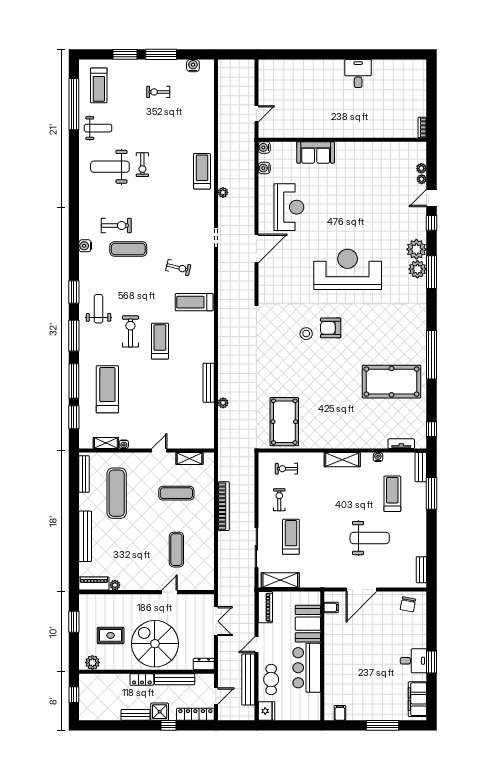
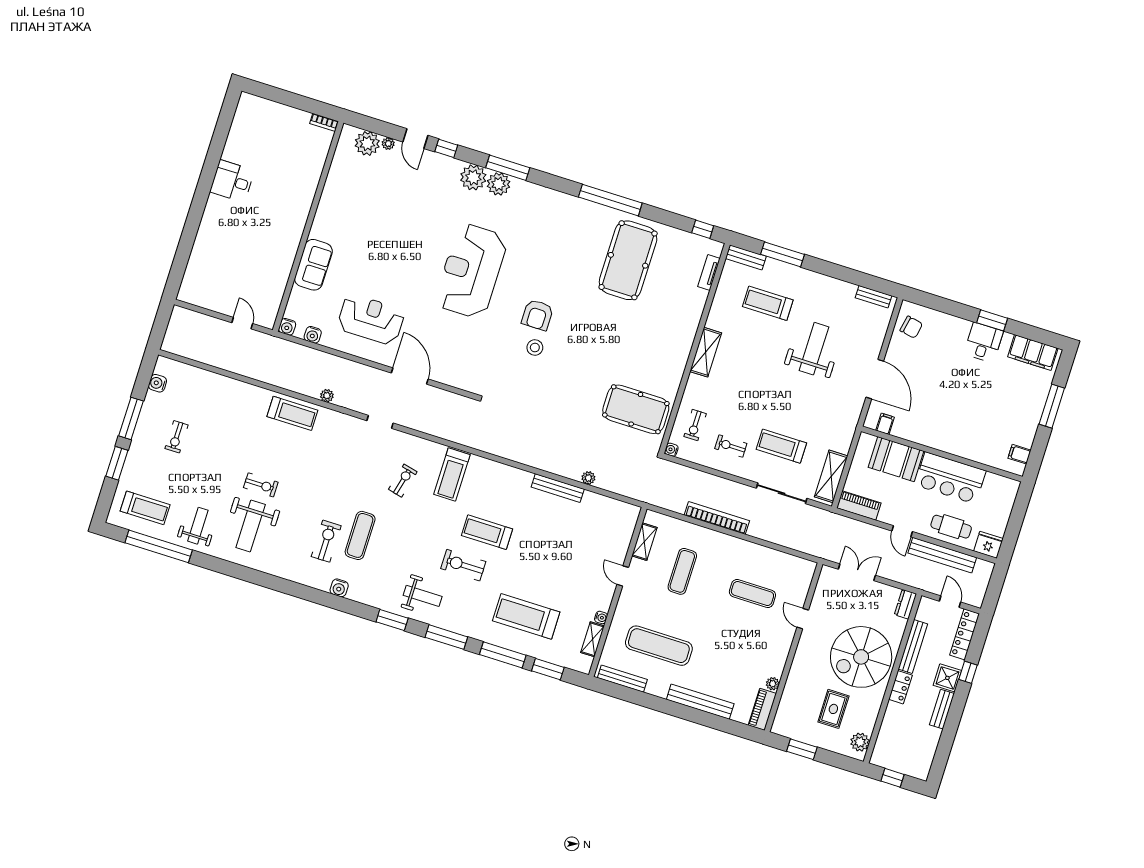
plant: (421, 168) -> (367, 143), width x1.88, depth x1.88
treadmill: (202, 171) -> (292, 413), turned 180
weight bench: (98, 309) -> (423, 596), turned 180
water cooler: (378, 457) -> (671, 450), moved

